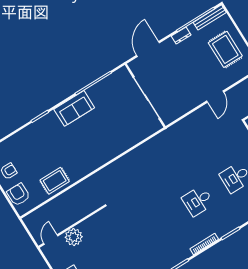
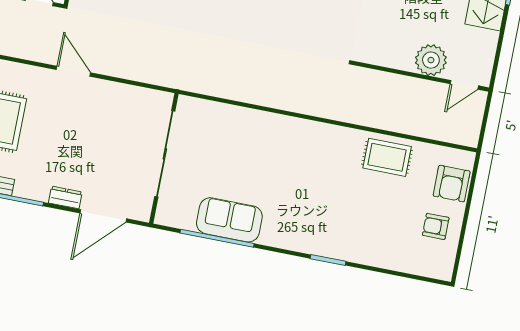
dresser: (181, 36) -> (65, 197), moved
door: (215, 97) -> (73, 71), hinge flipped
sofa: (74, 108) -> (229, 220), moved

